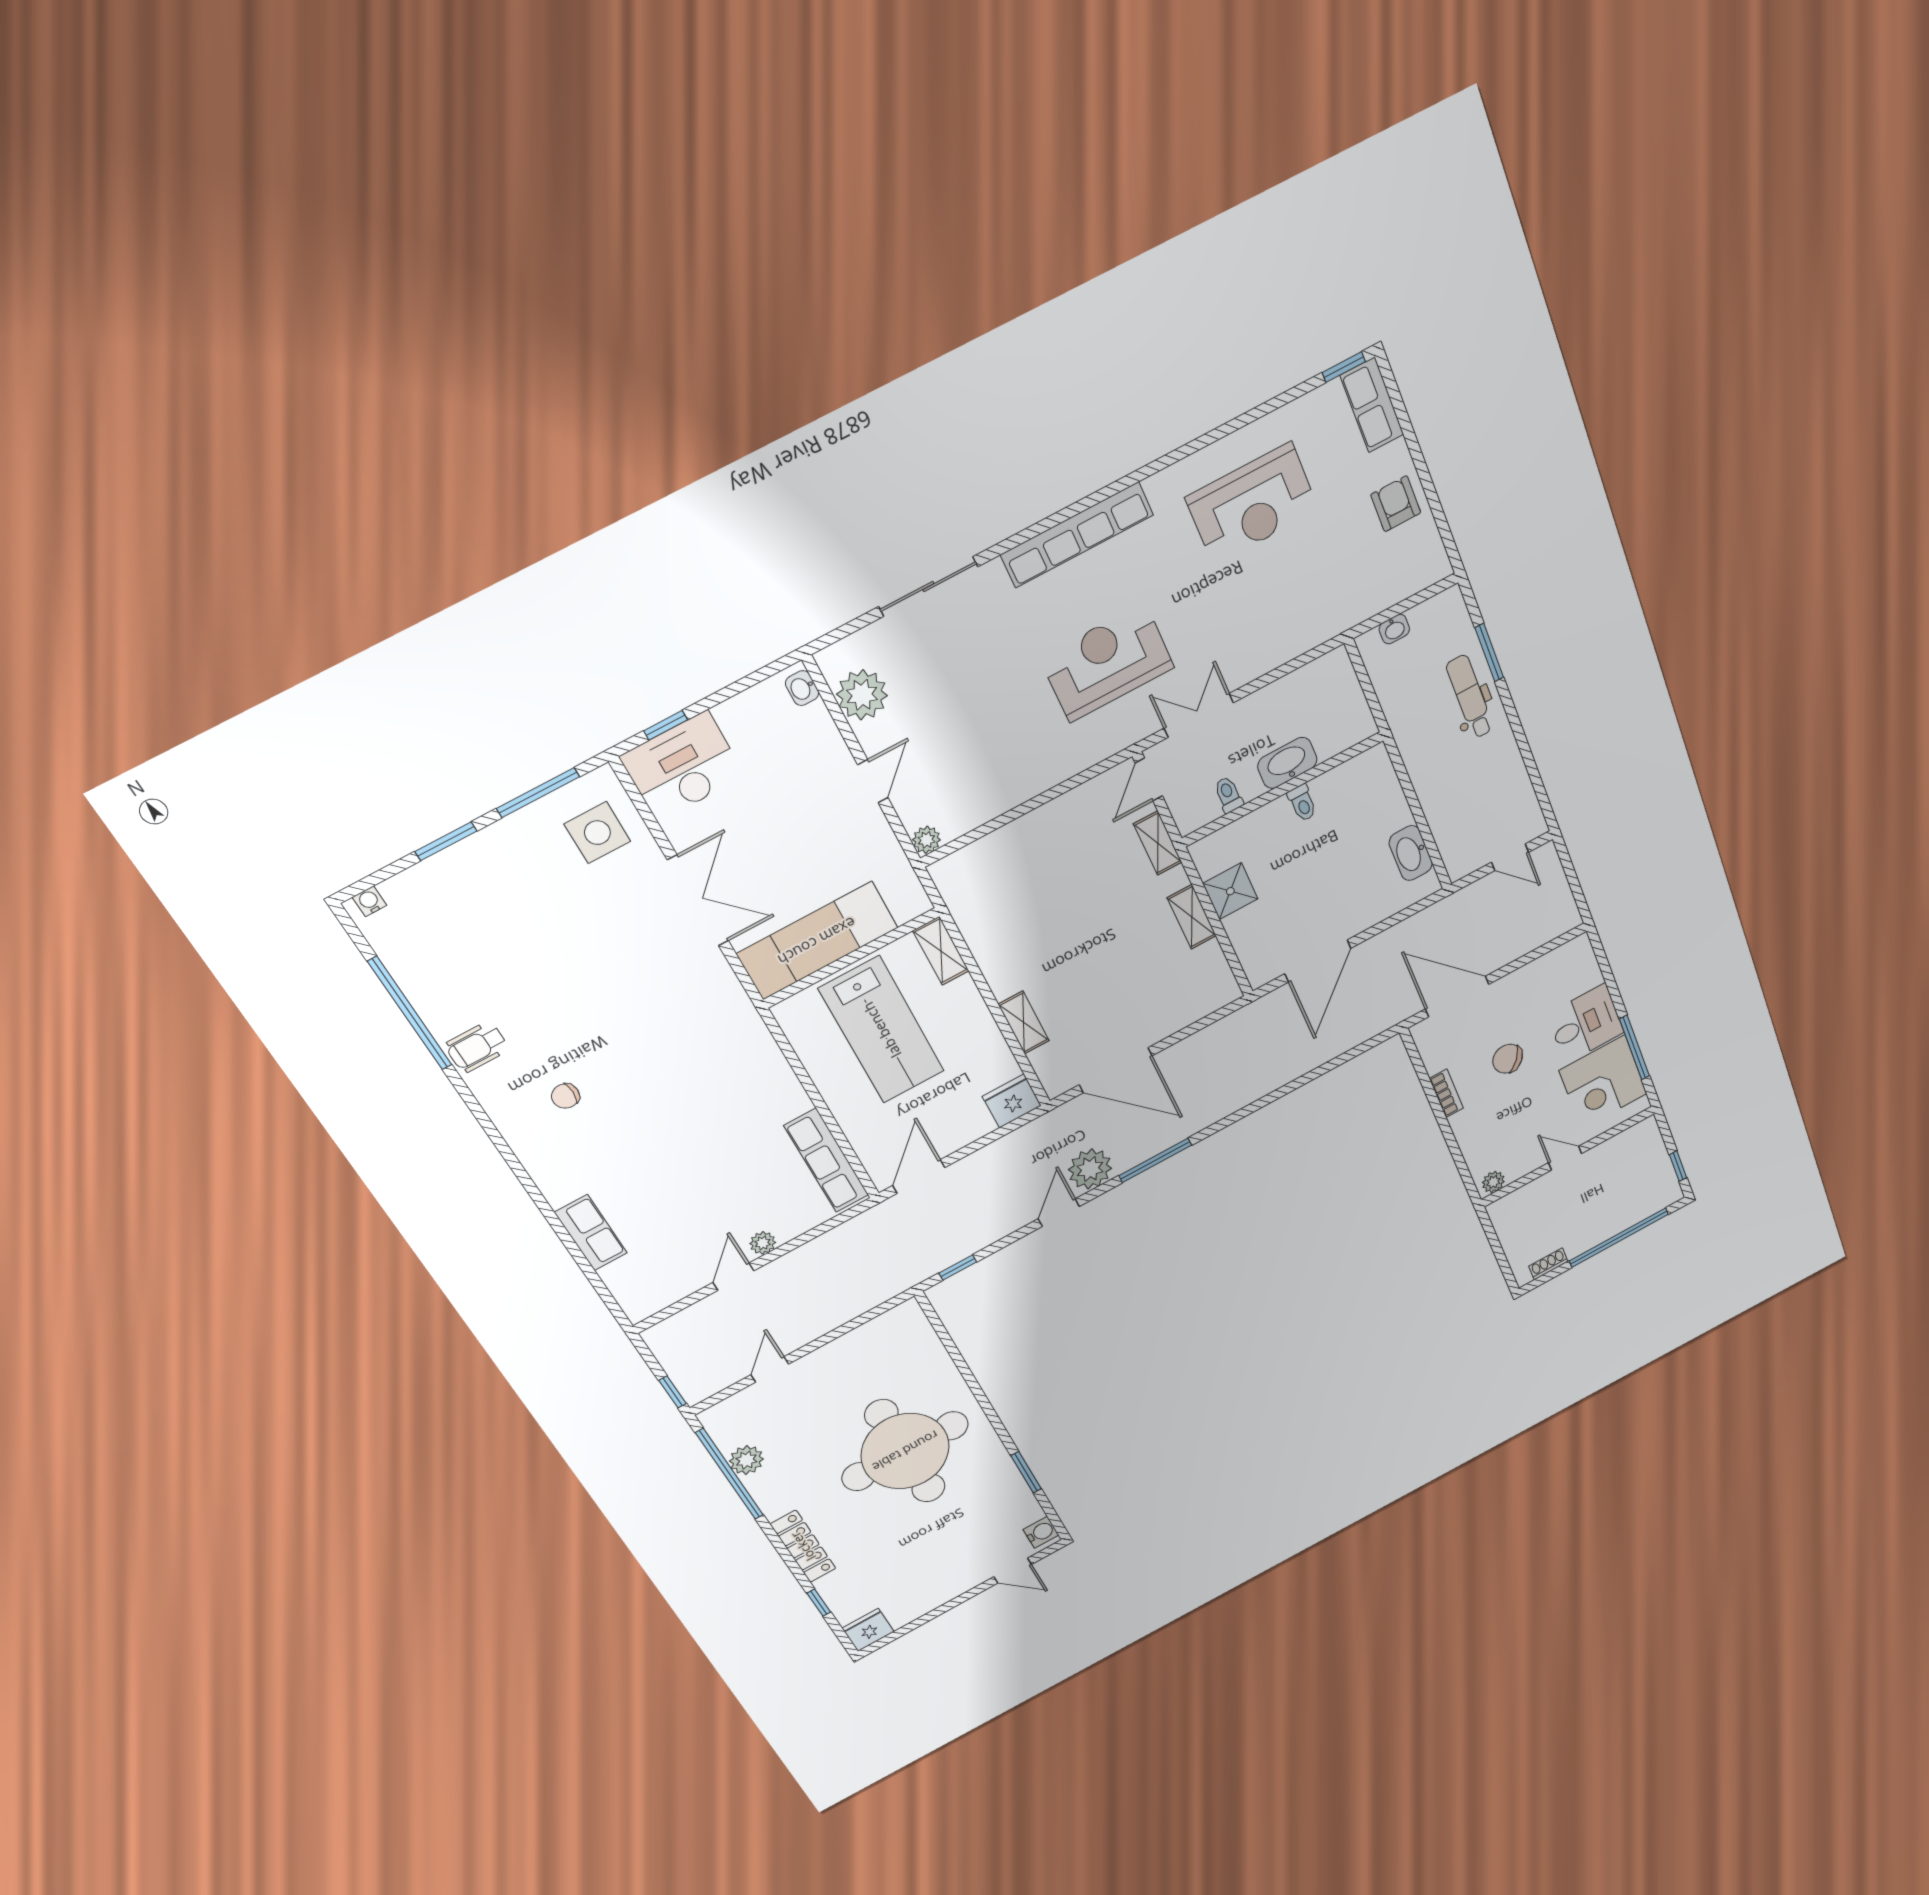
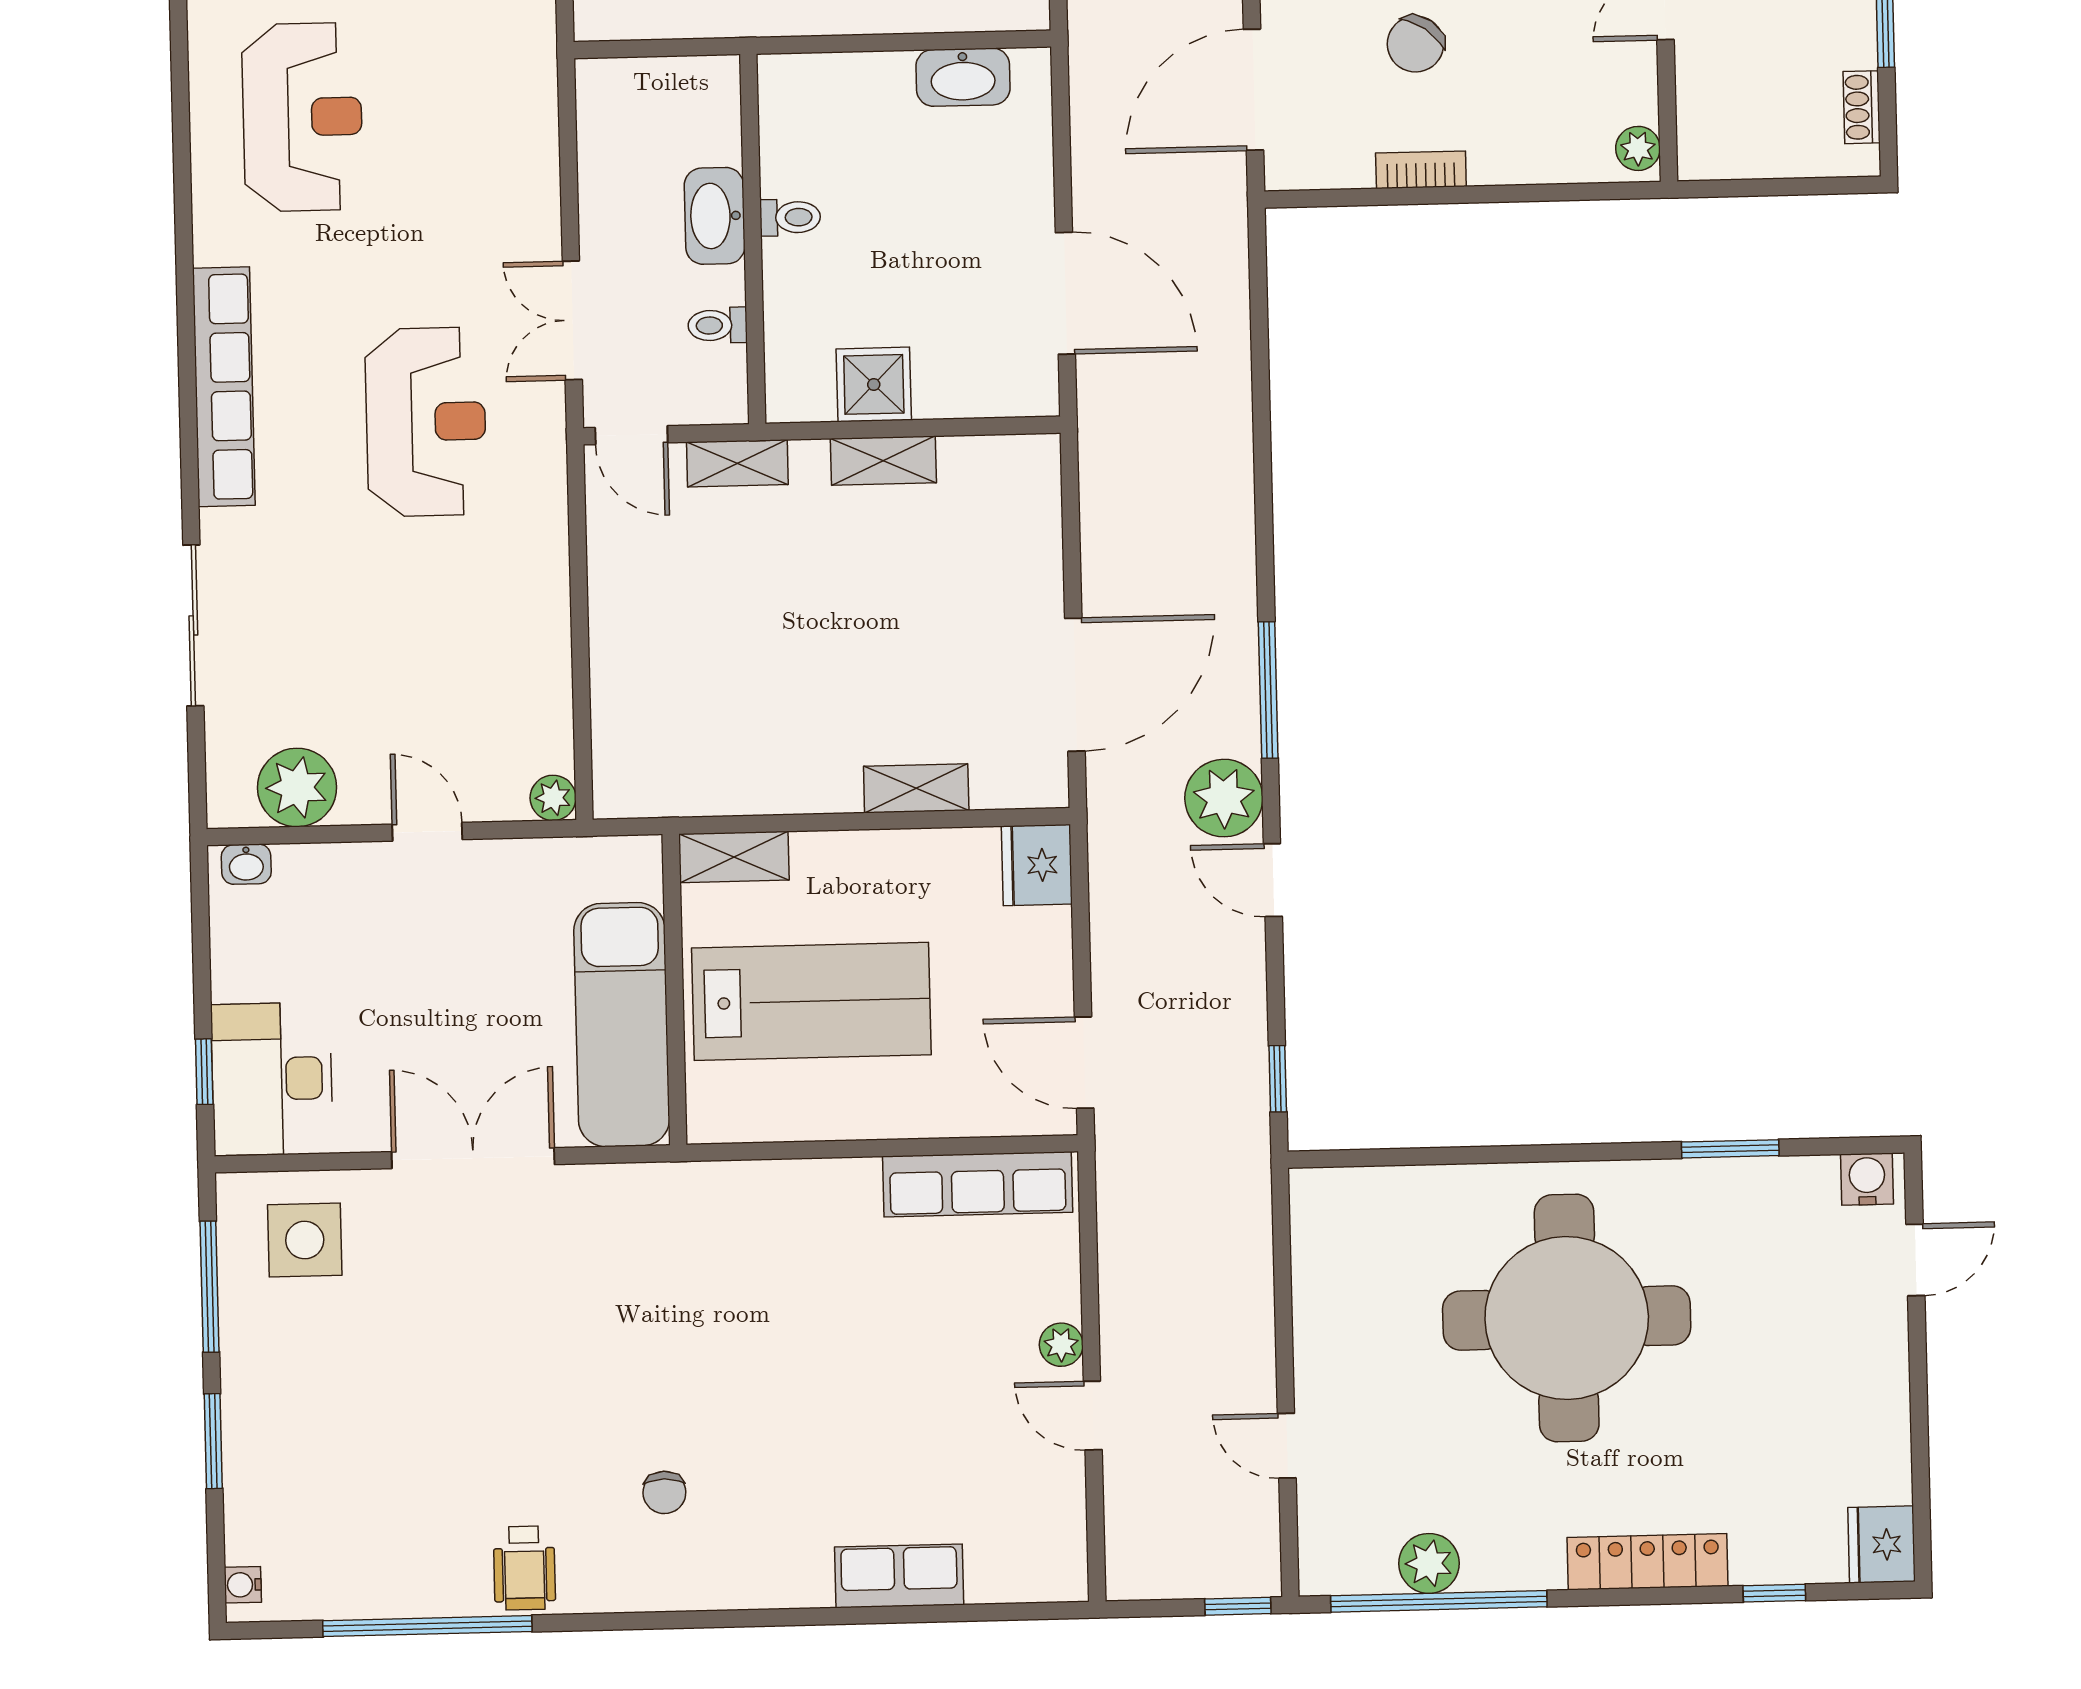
reception desk: (1107, 663) -> (426, 422), turned 180

